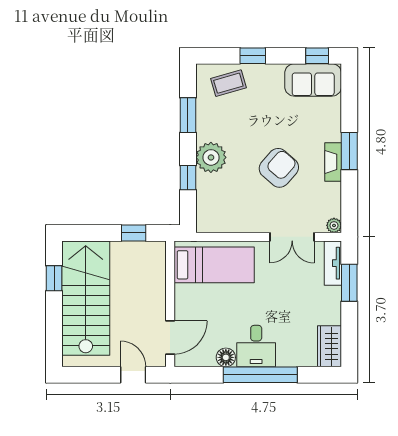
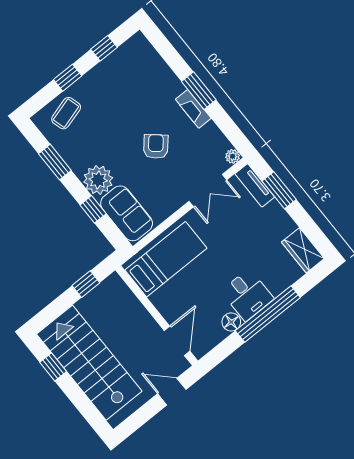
window: (317, 56) -> (104, 48), moved
sofa: (313, 80) -> (127, 213), moved, turned -90
armchair: (279, 168) -> (156, 146), width x0.72, depth x0.72

